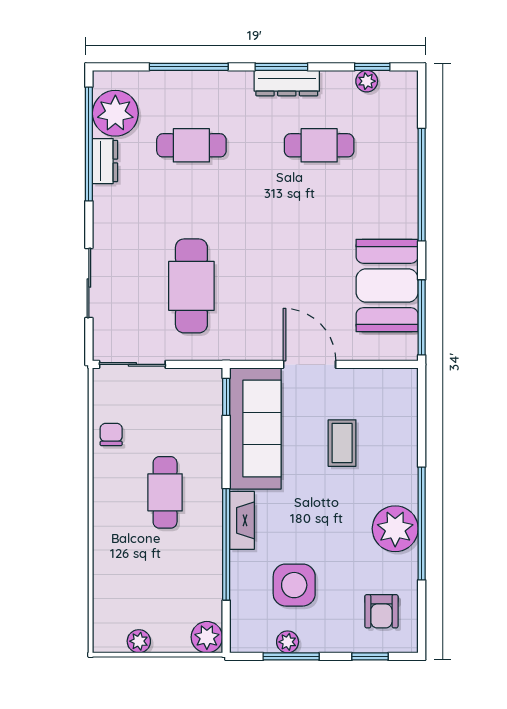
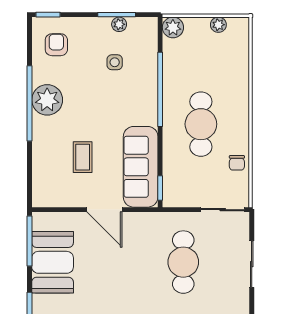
cafe table: (165, 492) -> (201, 124), width x1.37, depth x1.35
fireplace: (242, 520) -> (150, 105), removed
side table: (294, 585) -> (115, 62), width x0.54, depth x0.54
window: (370, 656) -> (48, 15), moved

